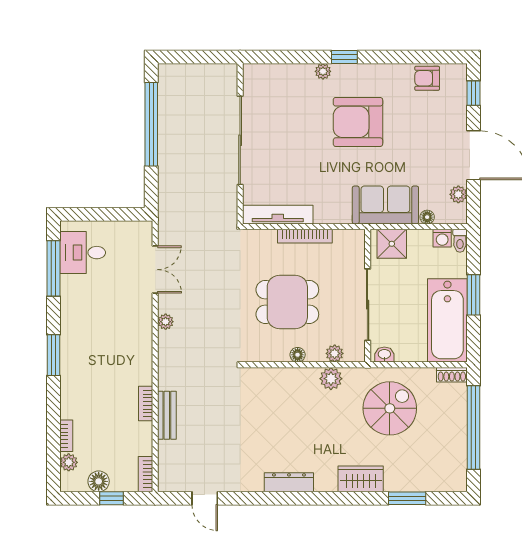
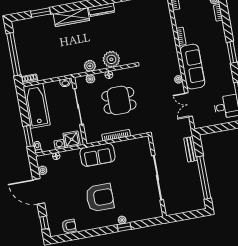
window: (344, 57) -> (124, 227), moved
sofa: (385, 205) -> (97, 155), moved
tv unit: (278, 215) -> (132, 144), removed
washing machine: (442, 238) -> (59, 145), moved
window: (473, 295) -> (28, 136), moved
sofa: (134, 341) -> (192, 67), added
plant: (287, 384) -> (111, 59), added
spiral stairs: (390, 408) -> (58, 56), removed
bench: (167, 415) -> (191, 149), moved
wardrobe: (361, 479) -> (71, 17), width x1.50

